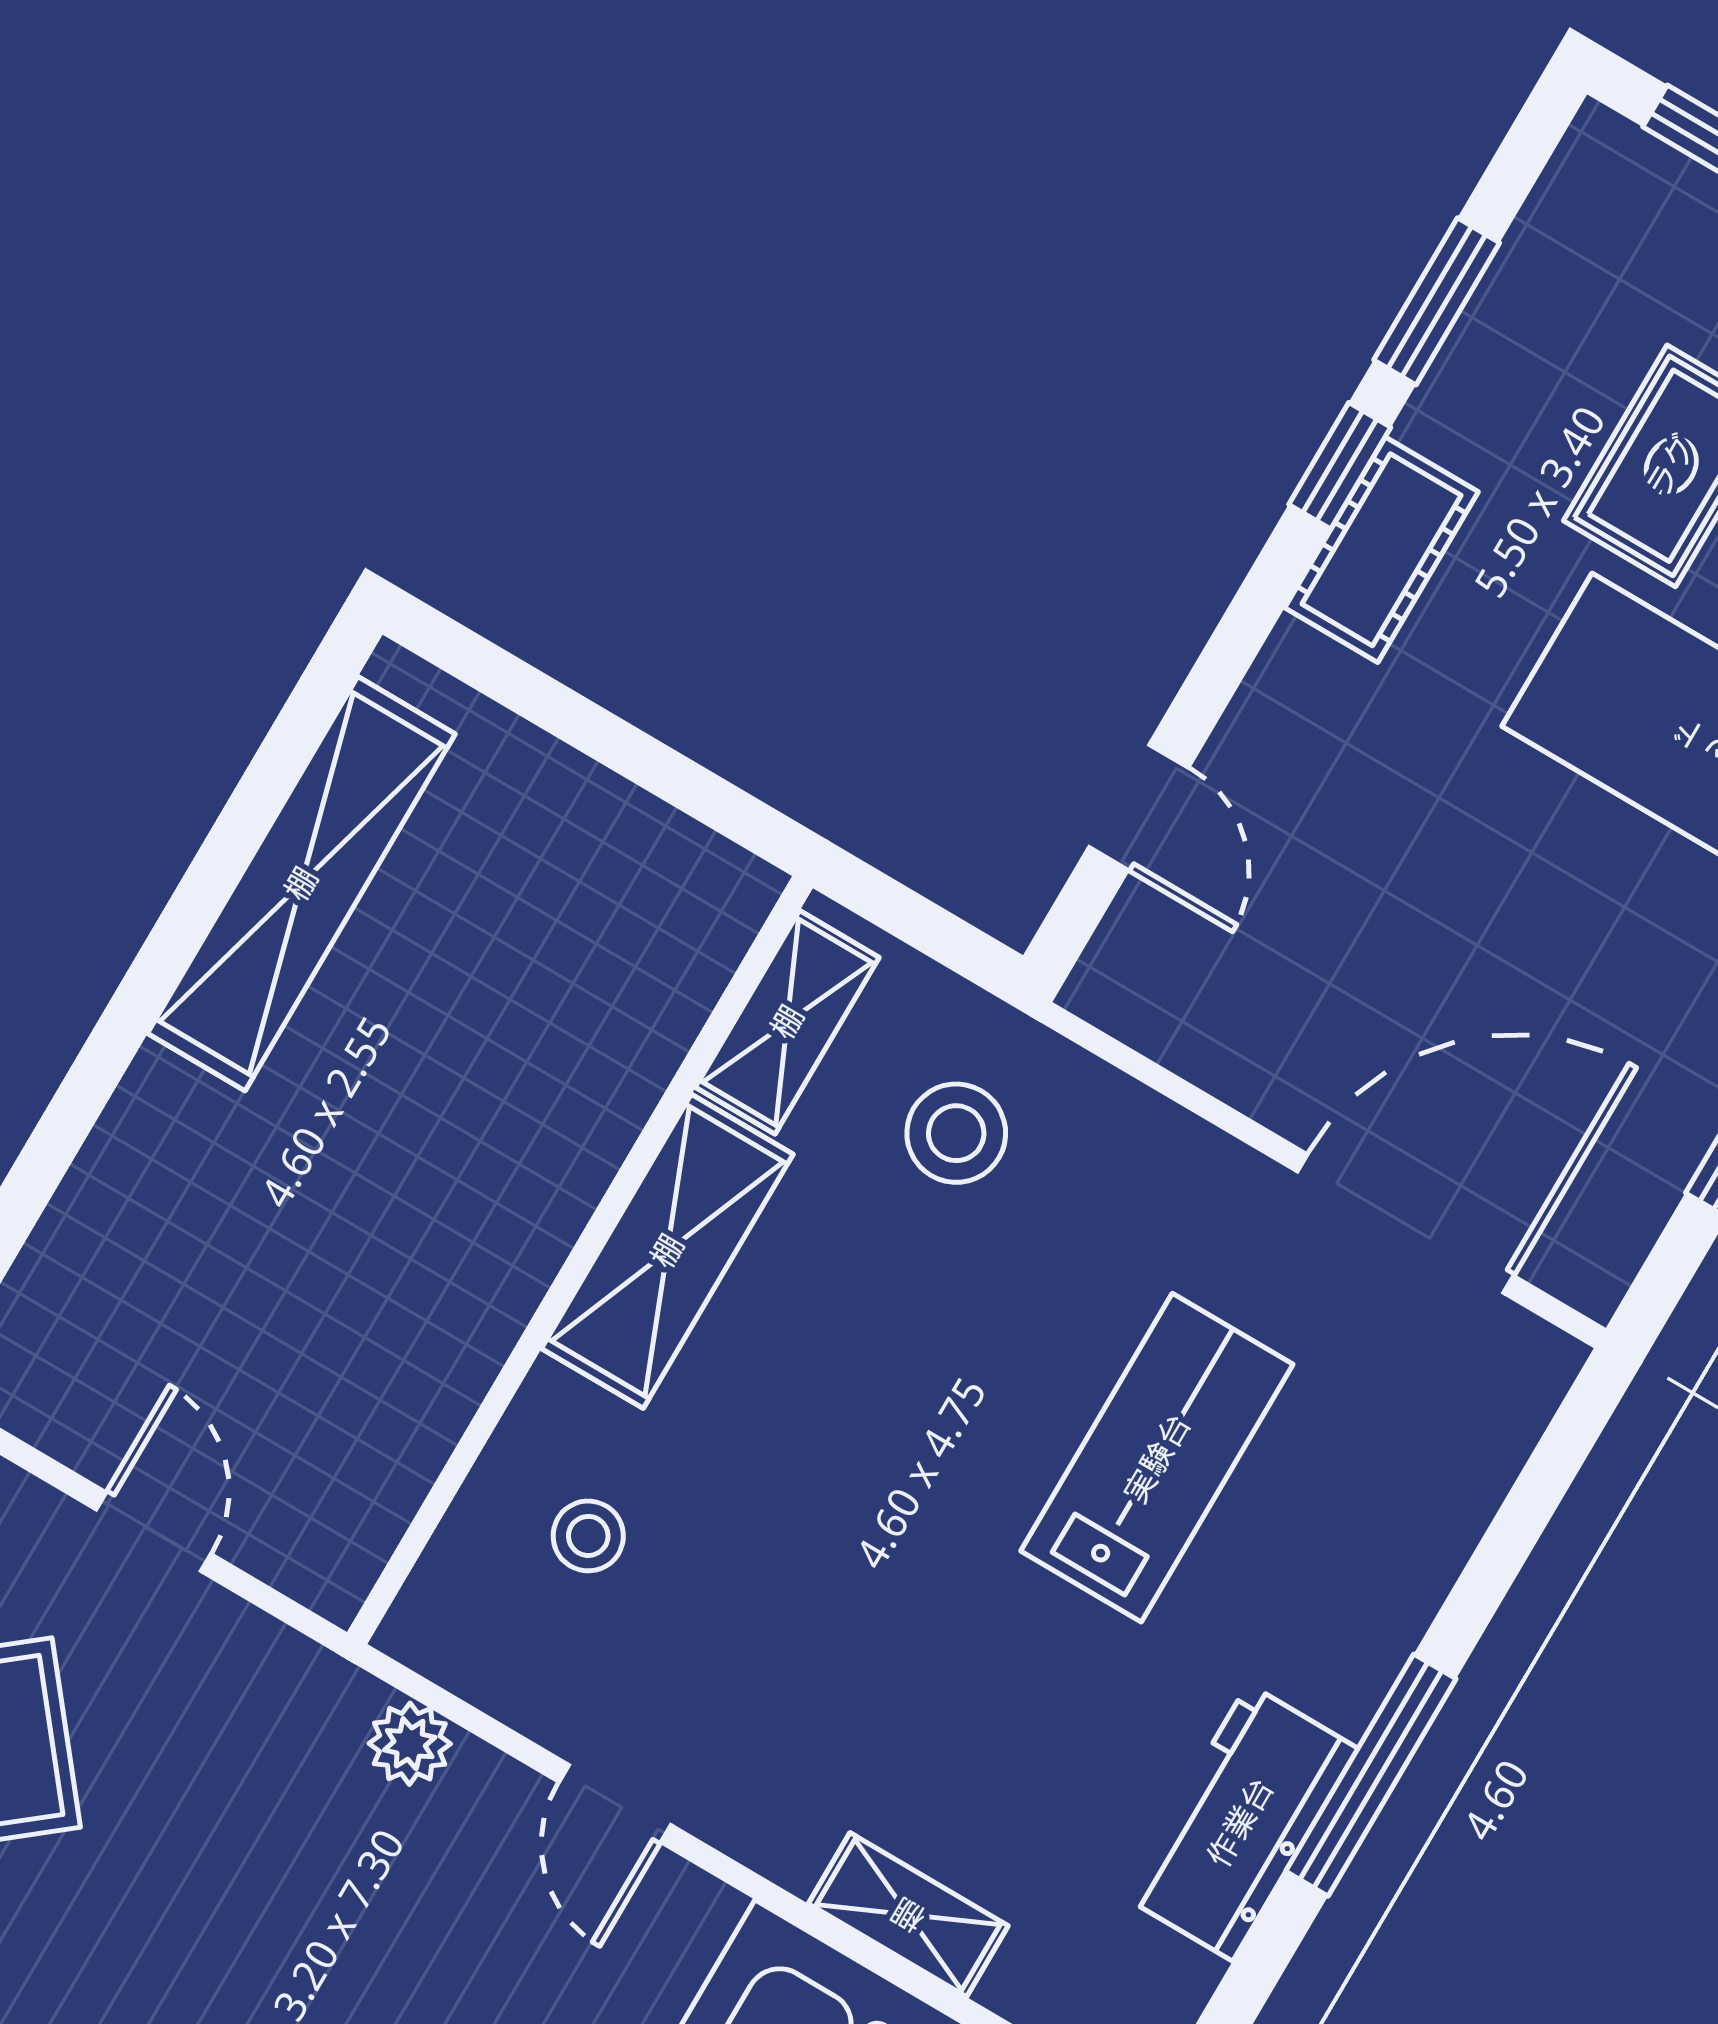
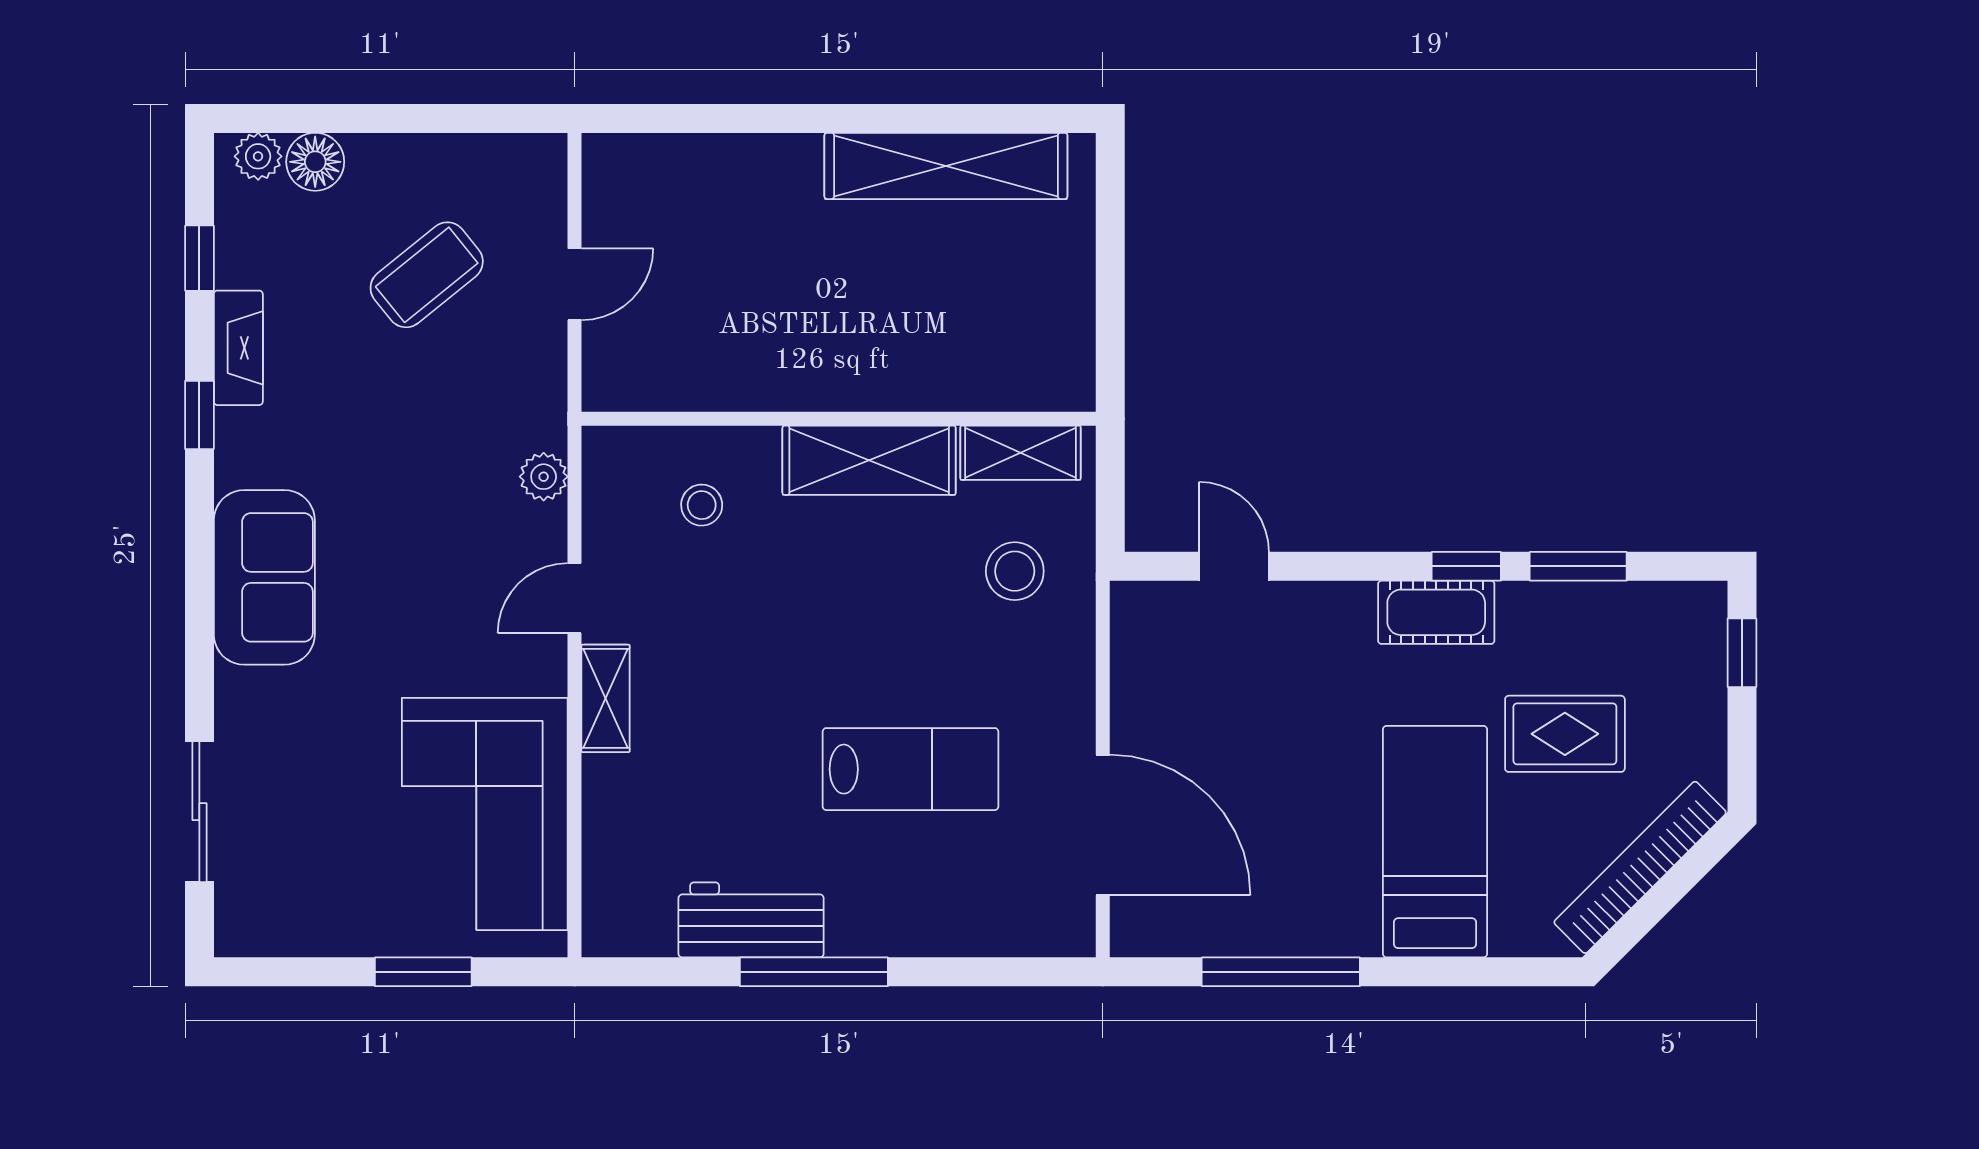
door: (1139, 807) -> (1234, 566), swing flipped
shelving: (908, 1915) -> (606, 698), moved

